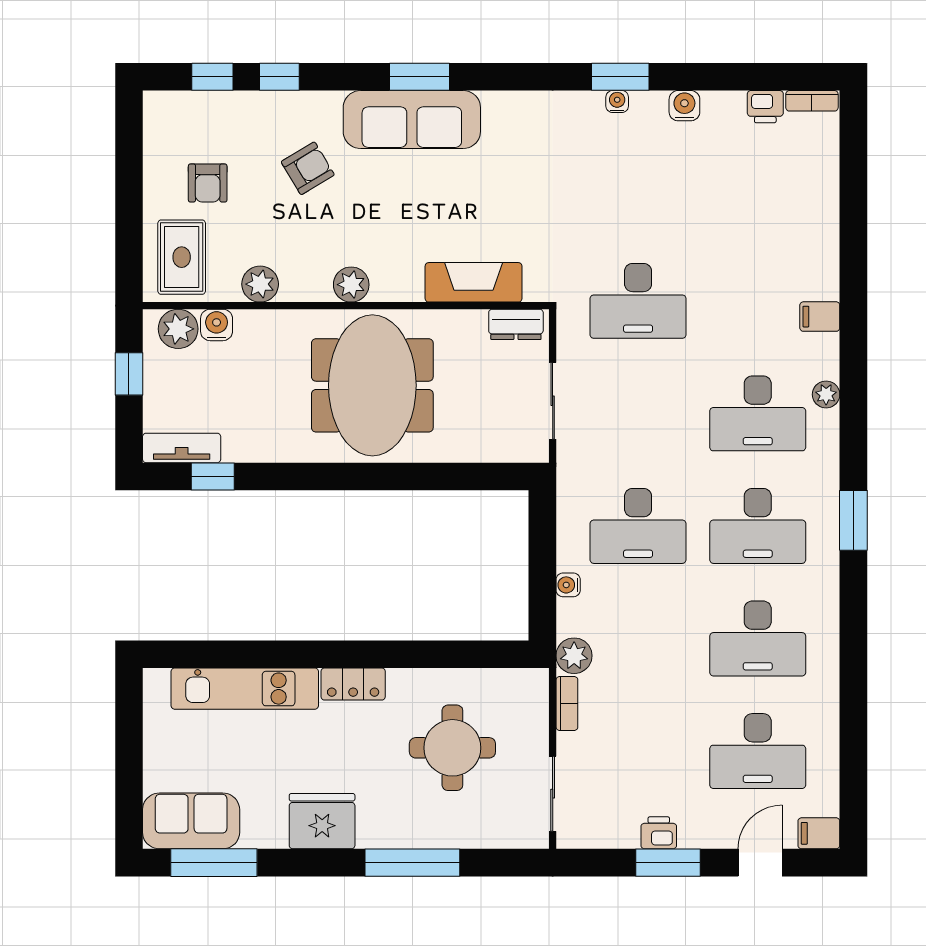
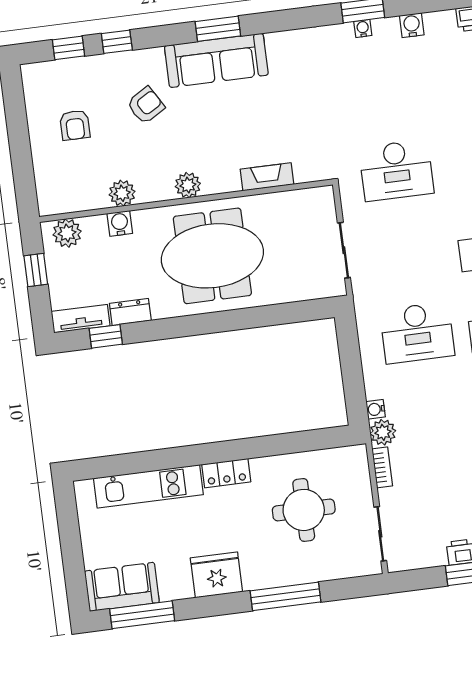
rug: (182, 257) -> (63, 181), removed
fireplace: (474, 282) -> (267, 177), width x0.73, depth x0.76
dresser: (516, 324) -> (130, 312), moved, turned 180
water cooler: (217, 325) -> (120, 223), moved
meeting table: (372, 385) -> (212, 256), turned 90
water cooler: (568, 585) -> (376, 409), moved

